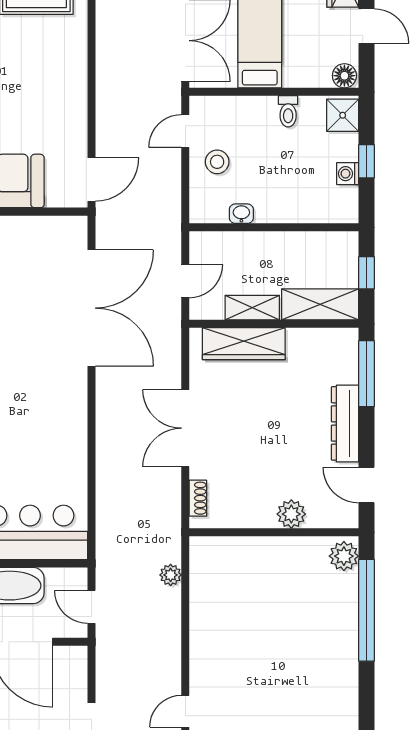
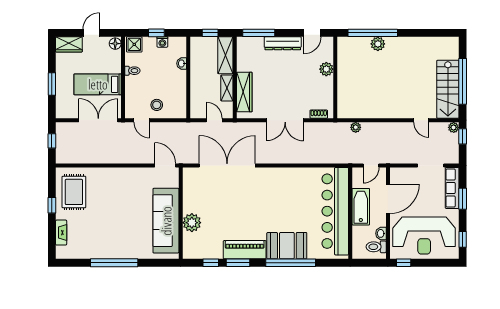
washbasin: (241, 214) -> (182, 63), moved
plant: (344, 556) -> (378, 44), moved

